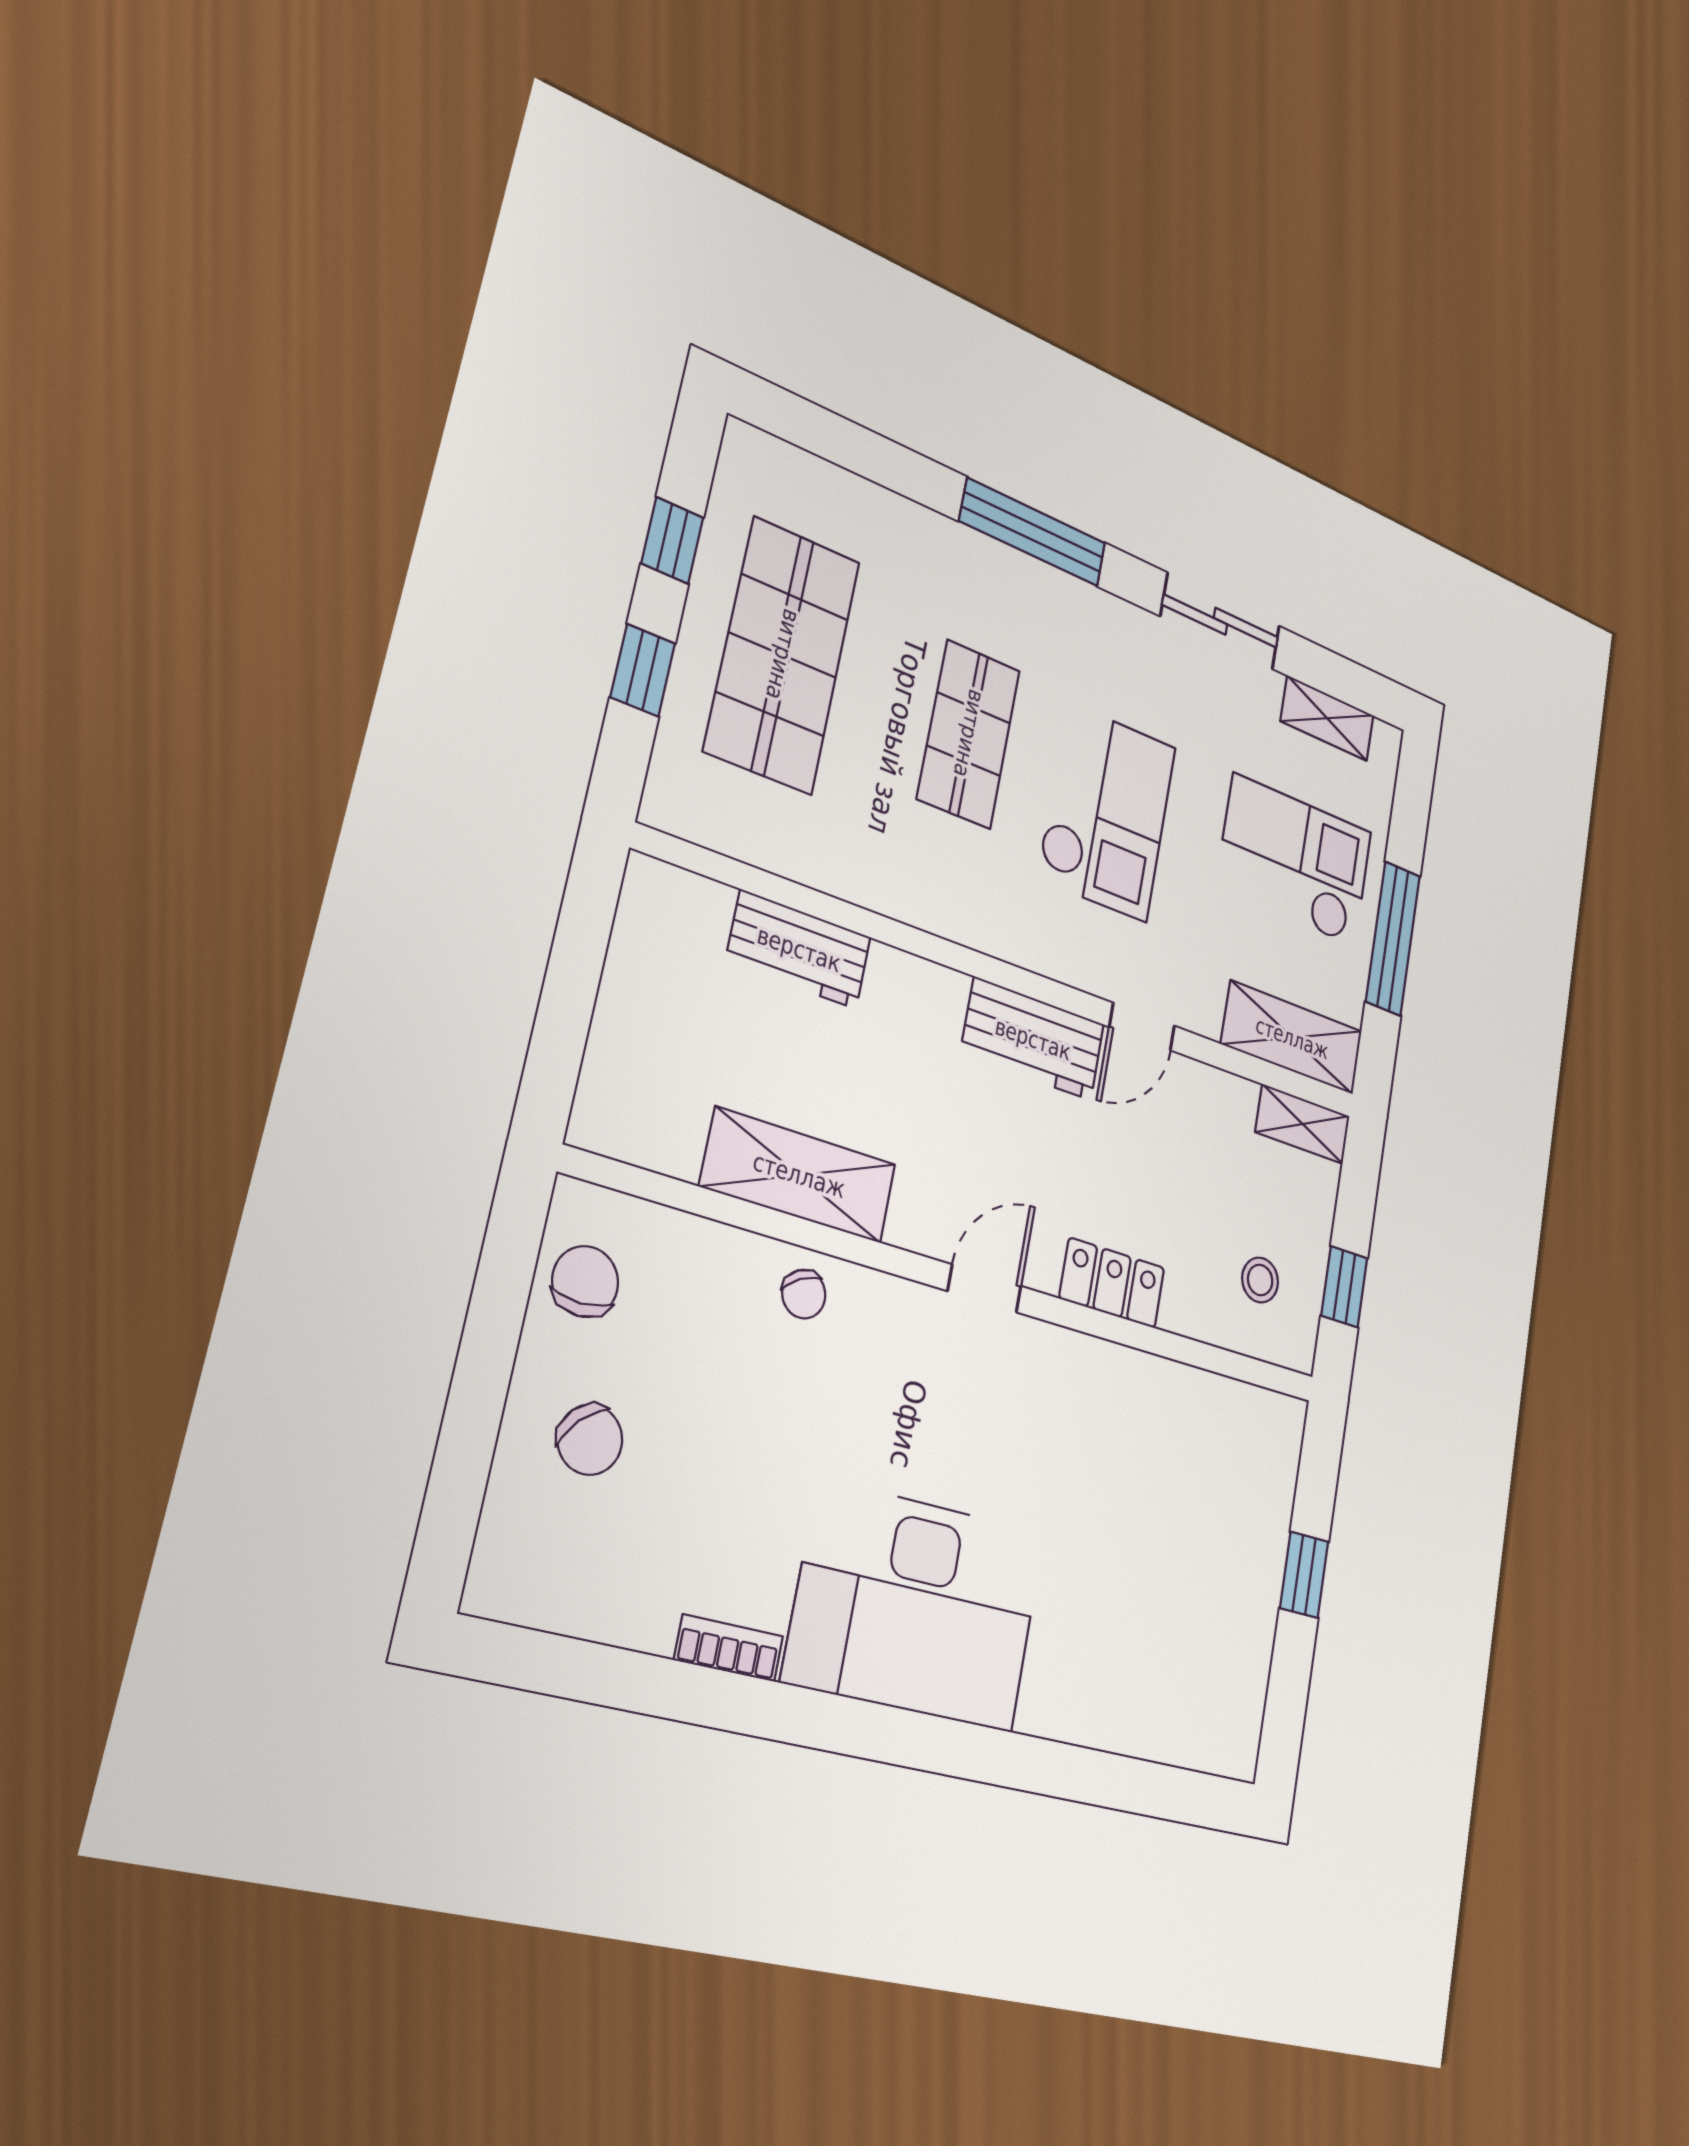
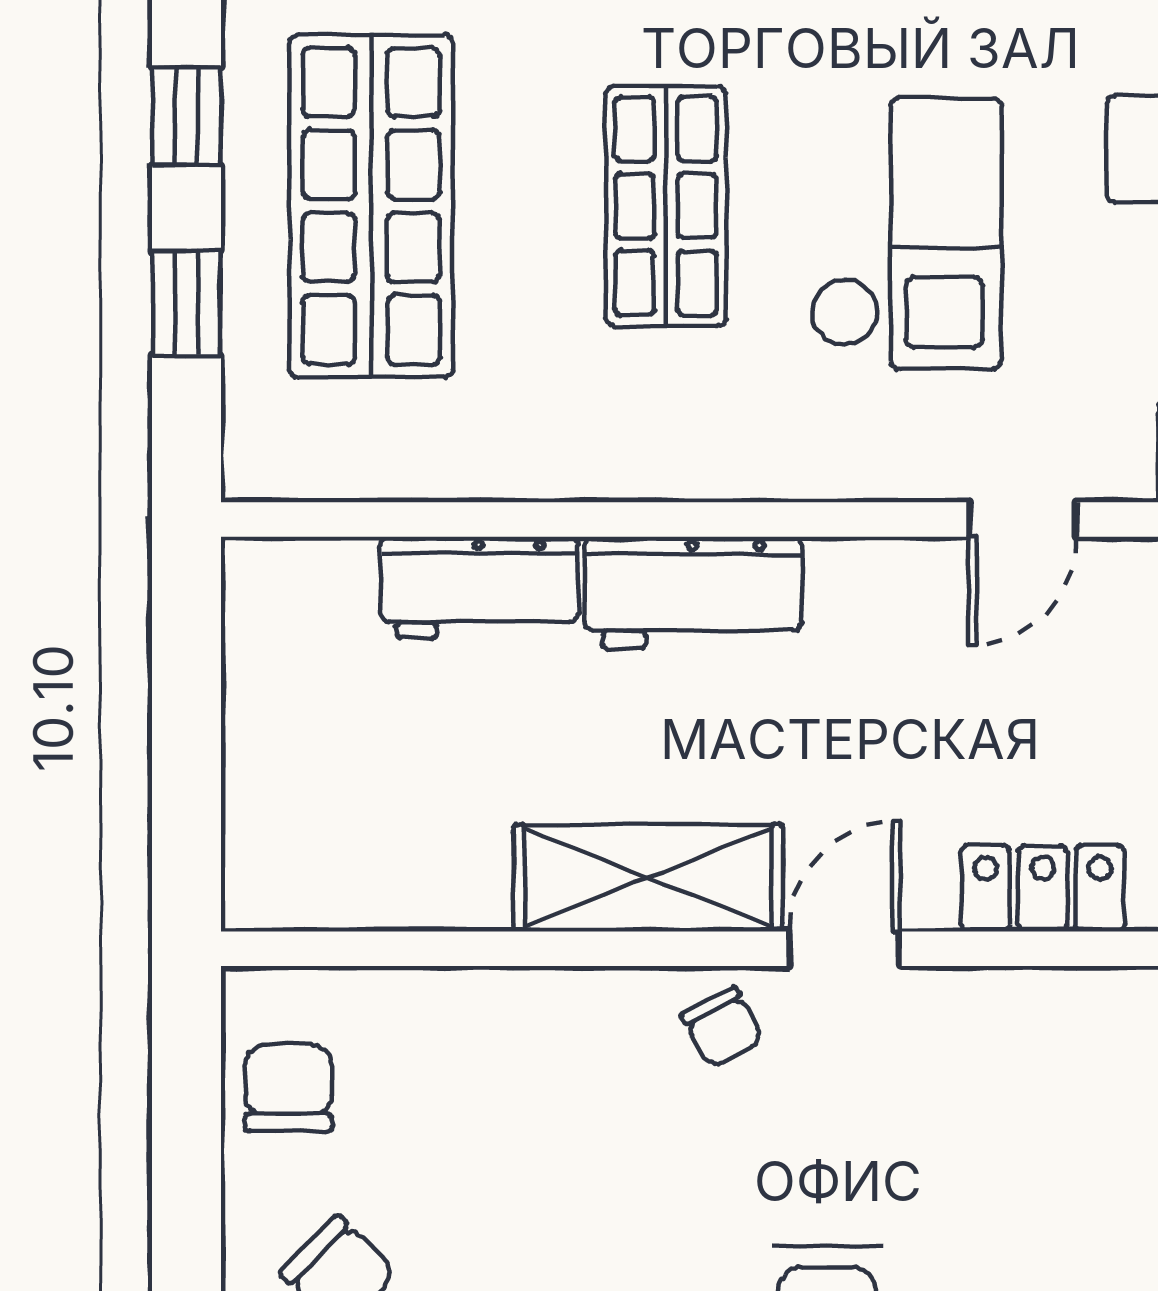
workbench: (1033, 1039) -> (693, 593), moved
shelving: (799, 1175) -> (648, 878), moved
chair: (804, 1294) -> (722, 1027), moved

